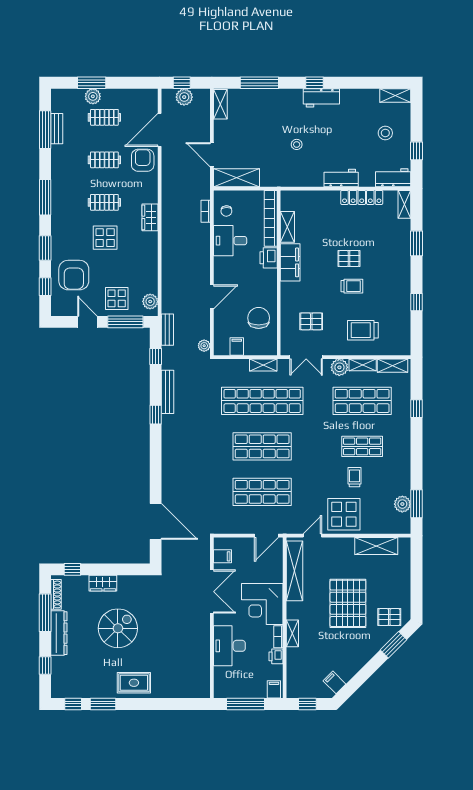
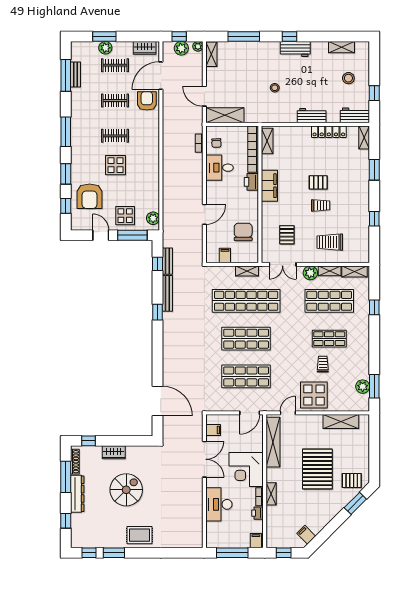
shelving: (395, 96) -> (342, 47), moved
wardrobe: (150, 217) -> (145, 48), moved, turned -90
shelving: (287, 227) -> (267, 141), moved
pallet: (311, 321) -> (287, 235), turned 90
bench: (167, 330) -> (167, 261), moved
plant: (204, 346) -> (198, 46), moved

